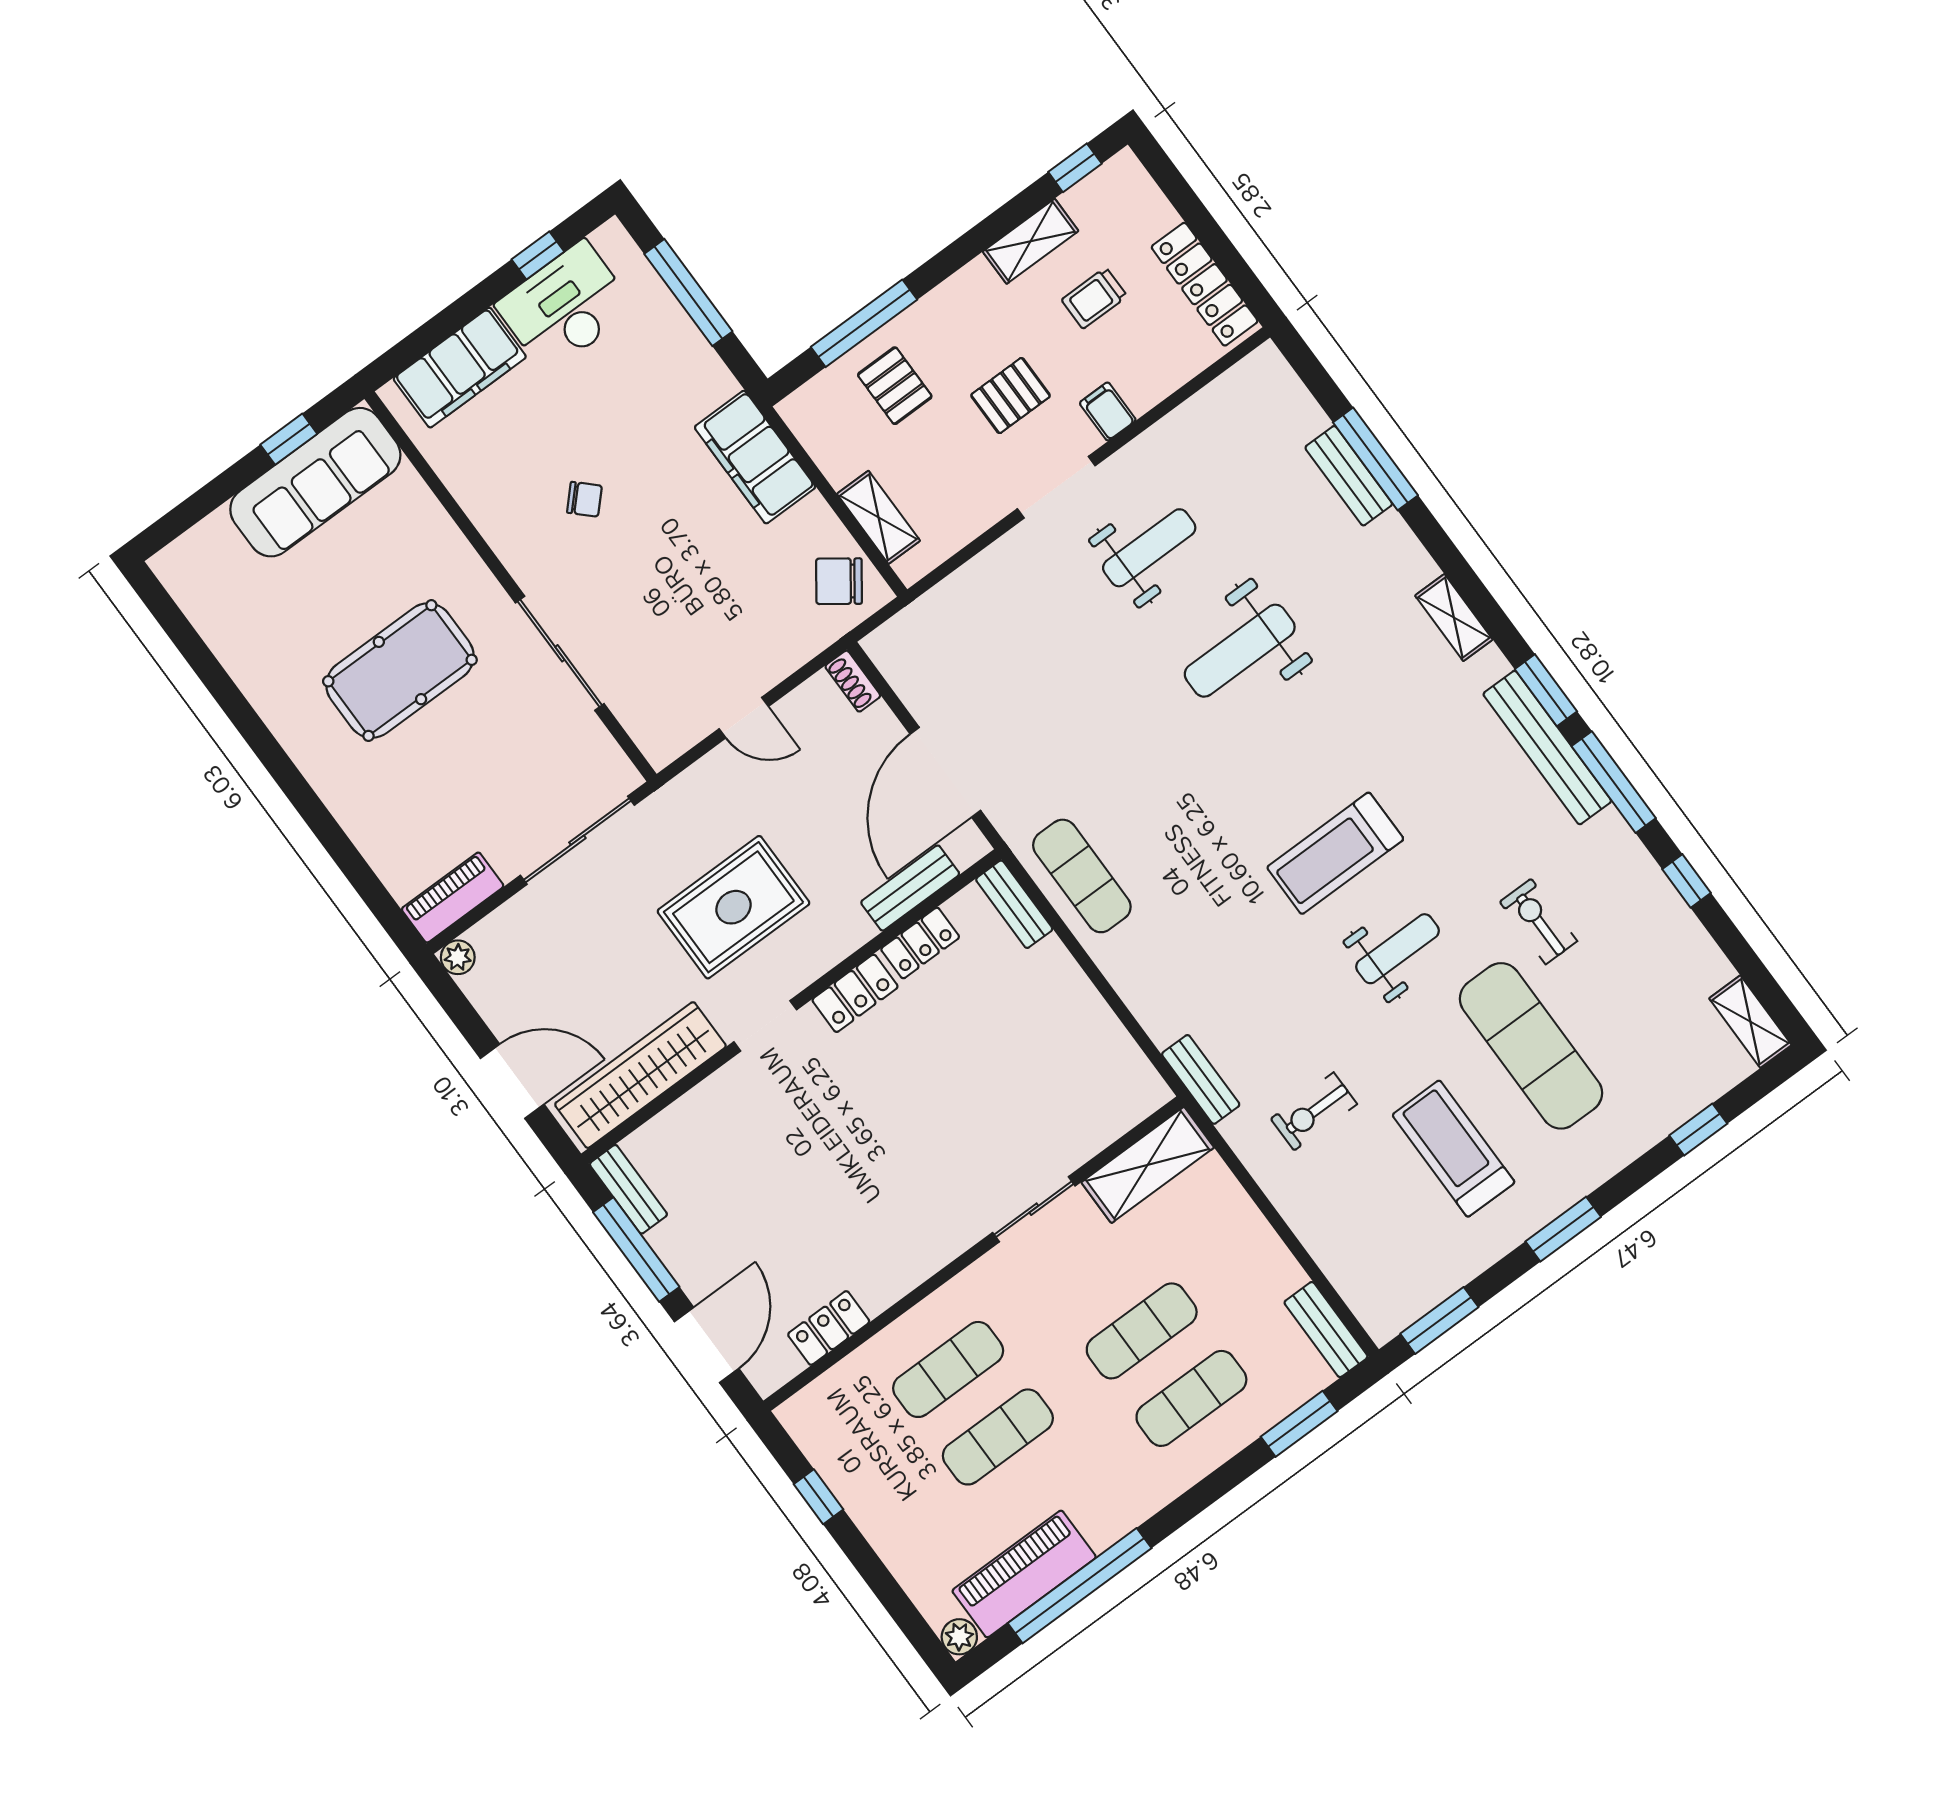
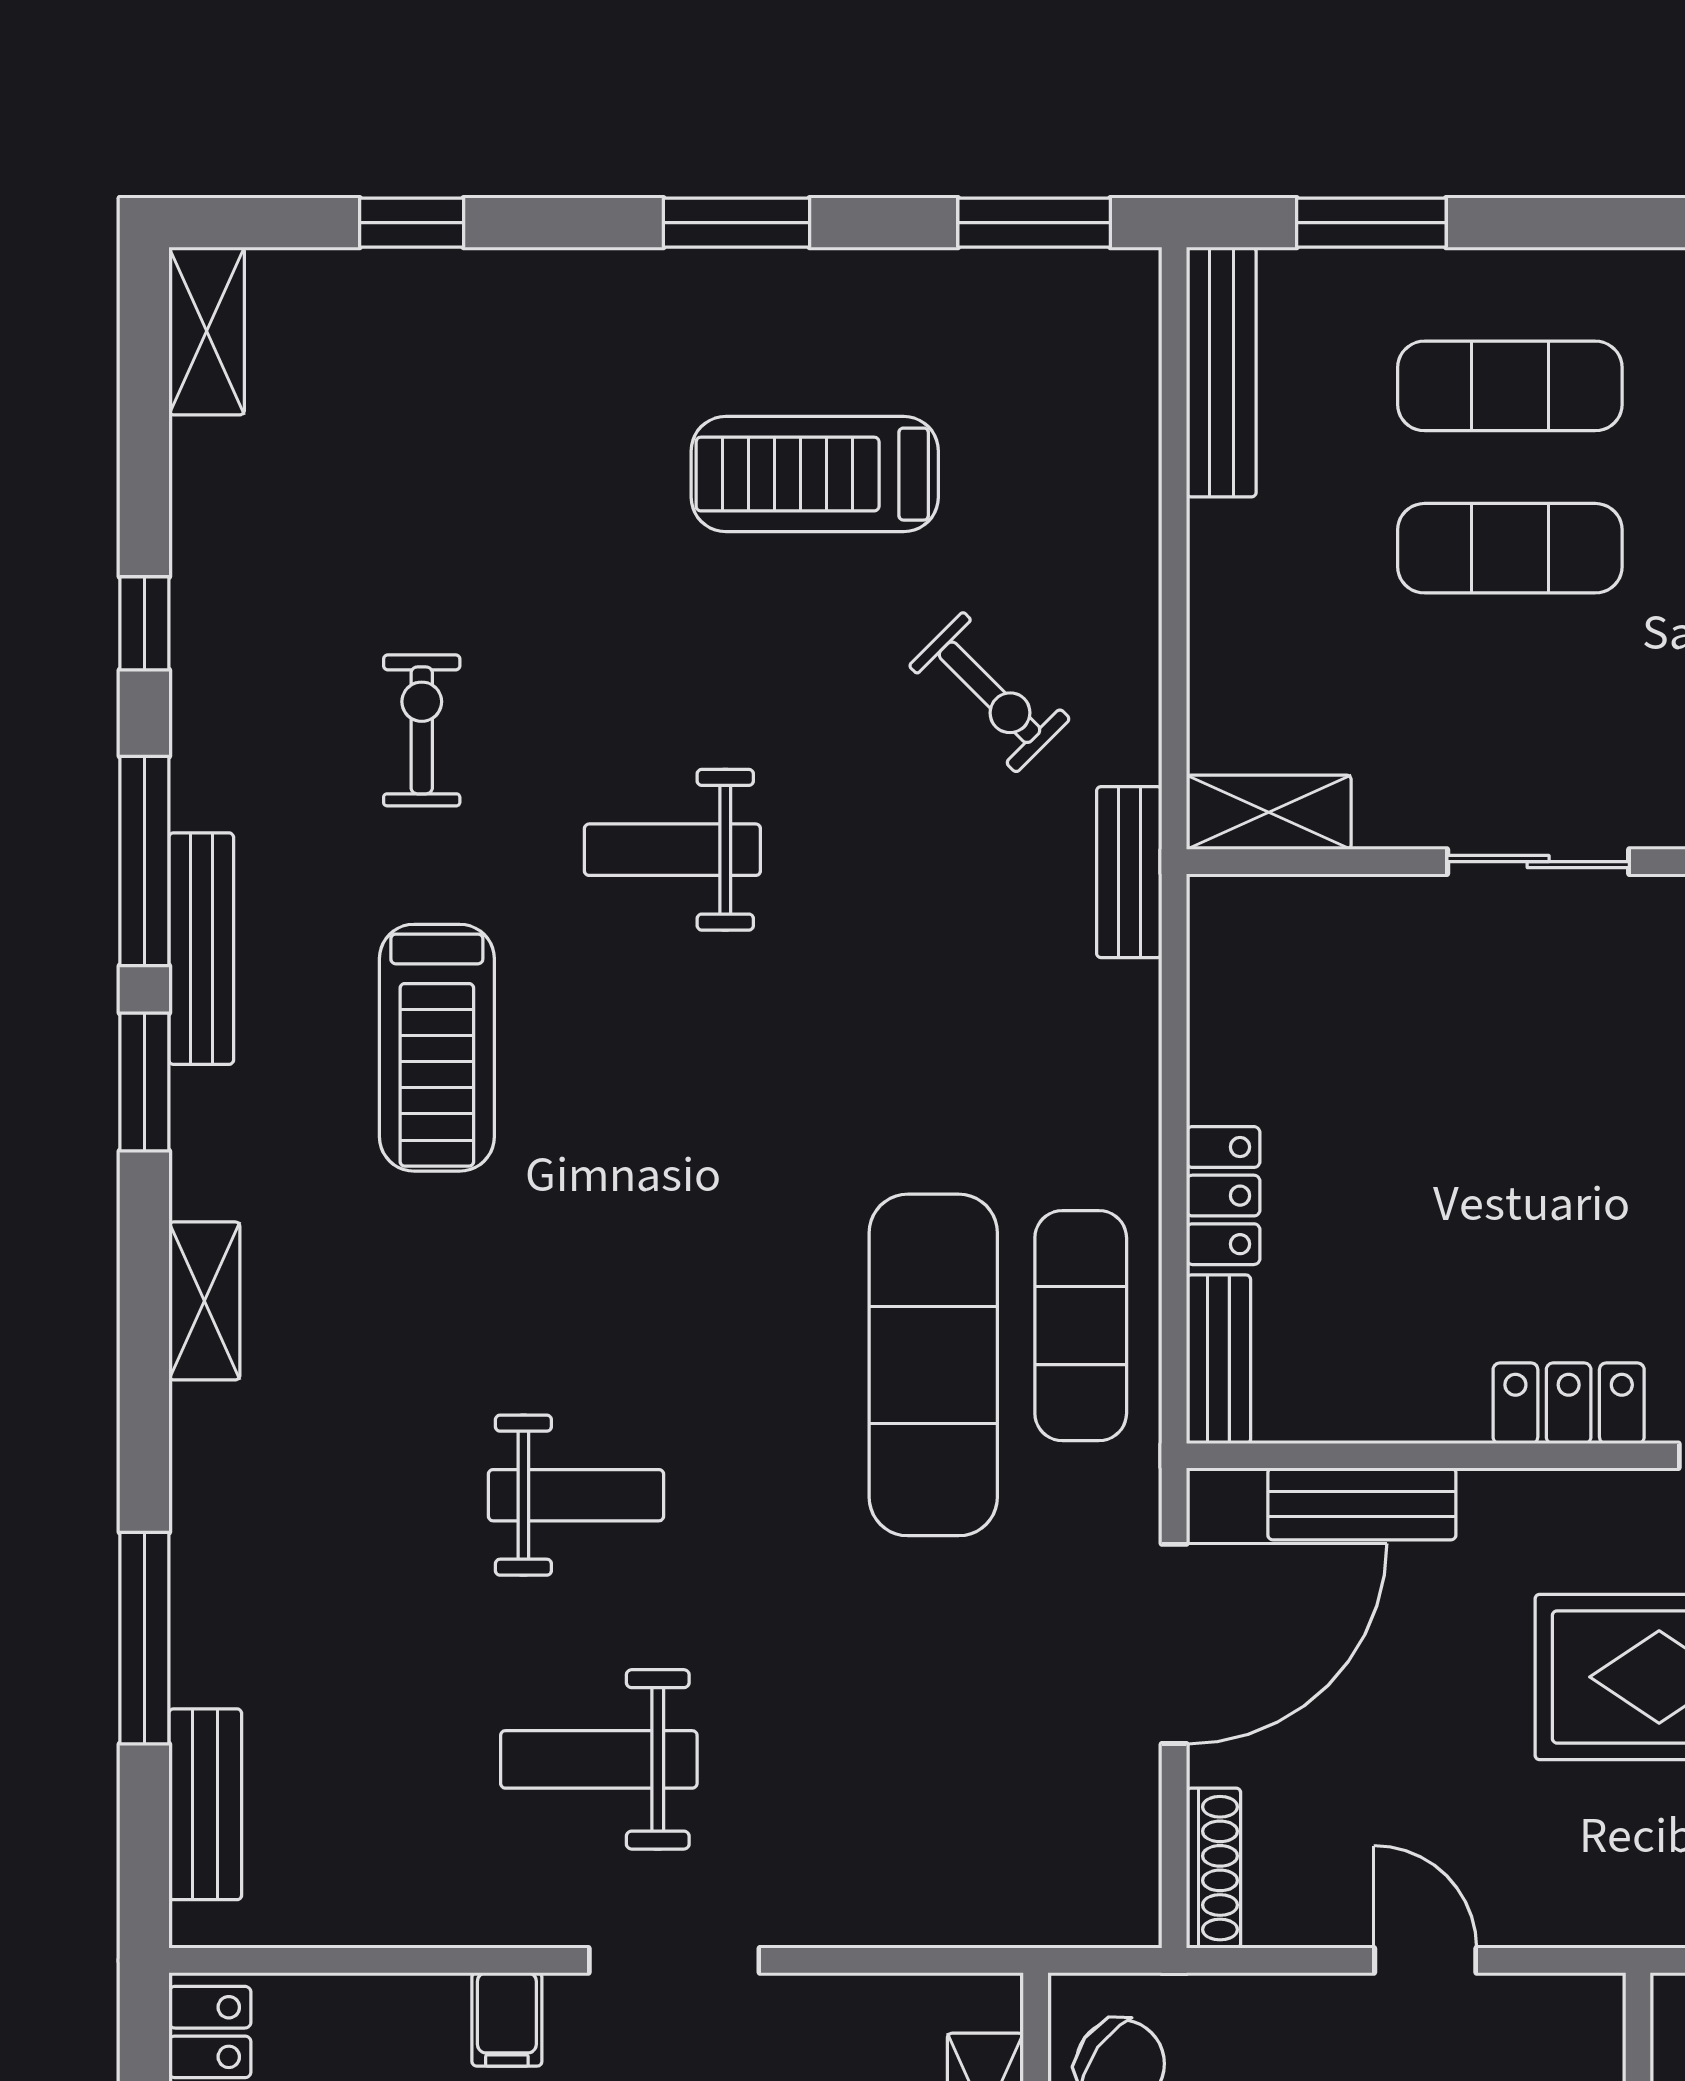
bench: (1349, 476) -> (205, 1804), moved
weight bench: (1240, 651) -> (576, 1495), width x0.73, depth x0.75
shoe rack: (853, 681) -> (1213, 1868), width x1.43
bench: (1547, 748) -> (201, 949), width x0.73, depth x0.82
treadmill: (1335, 853) -> (437, 1048), moved, turned 90
exercise bike: (1538, 921) -> (422, 730), turned 180
locker: (920, 943) -> (1223, 1196), moved, turned 90
exercise mat: (1531, 1046) -> (933, 1365), moved
exercise bike: (1314, 1111) -> (990, 692), turned 45
treadmill: (1454, 1149) -> (815, 474), turned 90
shelving: (1148, 1165) -> (1269, 812), width x0.67, depth x0.75
bench: (1326, 1330) -> (1221, 372), width x1.36

